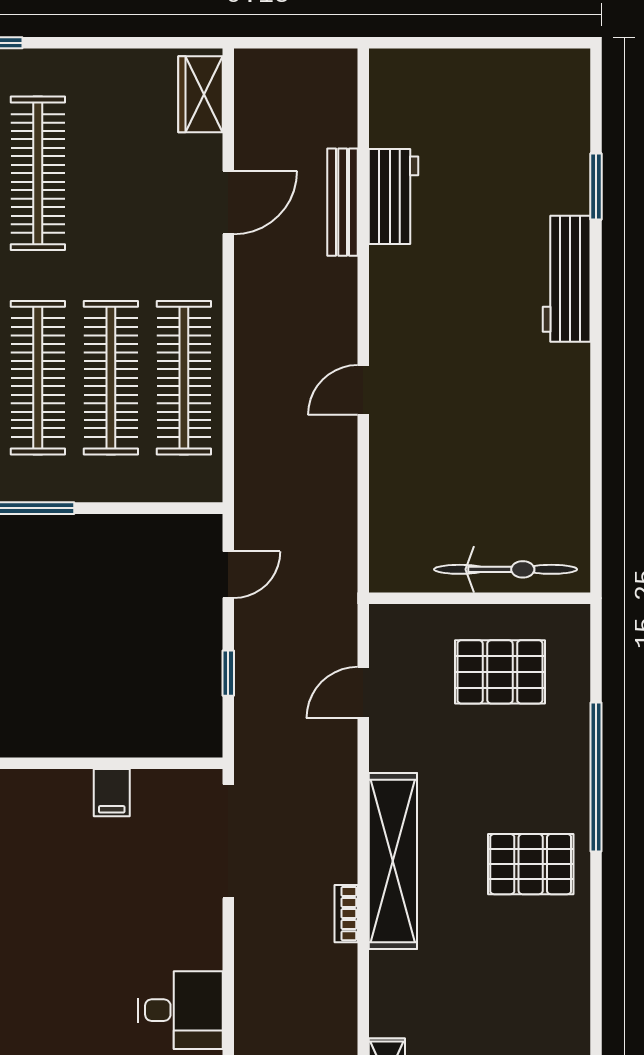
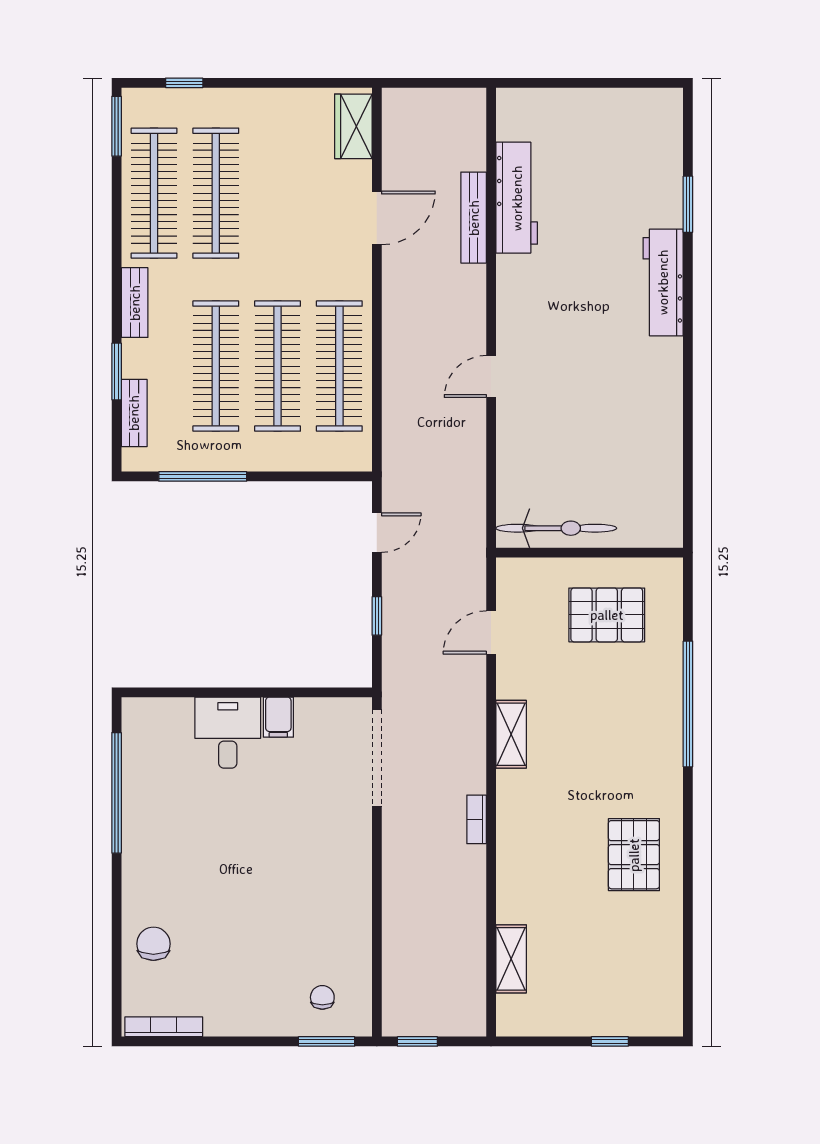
workbench: (393, 196) -> (517, 198), width x1.38
bicycle: (506, 569) -> (556, 528), moved
shelving: (393, 861) -> (511, 734), width x0.45, depth x0.75
pallet: (531, 864) -> (634, 855), moved, turned 90
desk: (180, 1010) -> (228, 733), moved, turned -90

